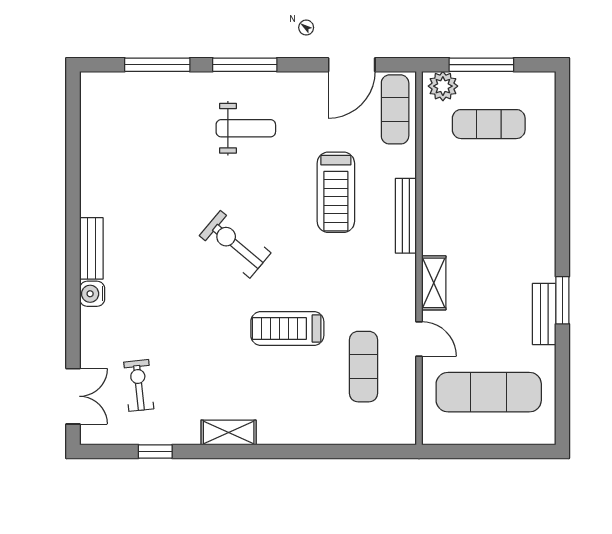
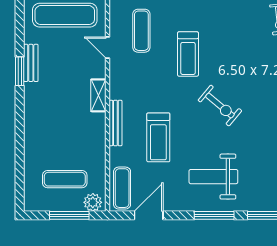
weight bench: (246, 128) -> (213, 177), width x1.36, depth x1.33
treadmill: (336, 192) -> (158, 137), turned 180
shelving: (434, 283) -> (98, 95), moved
treadmill: (287, 329) -> (188, 54), turned 90

